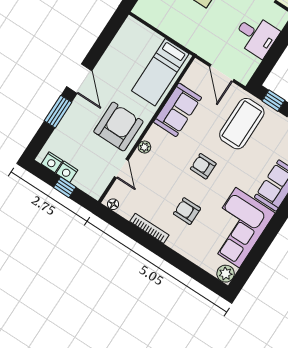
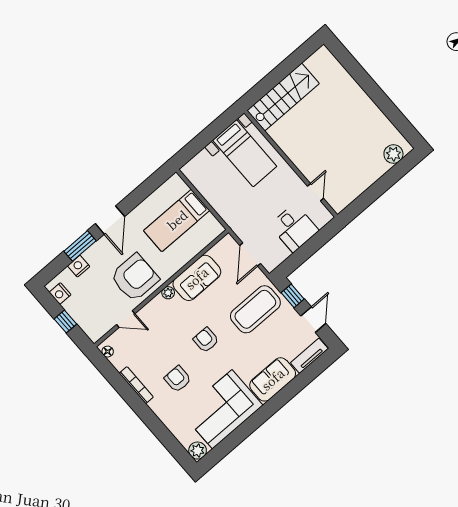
bed: (160, 72) -> (177, 220), moved
plant: (144, 147) -> (168, 293), moved
door: (121, 168) -> (126, 319), hinge flipped
nightstand: (67, 172) -> (79, 266), moved, turned 90

